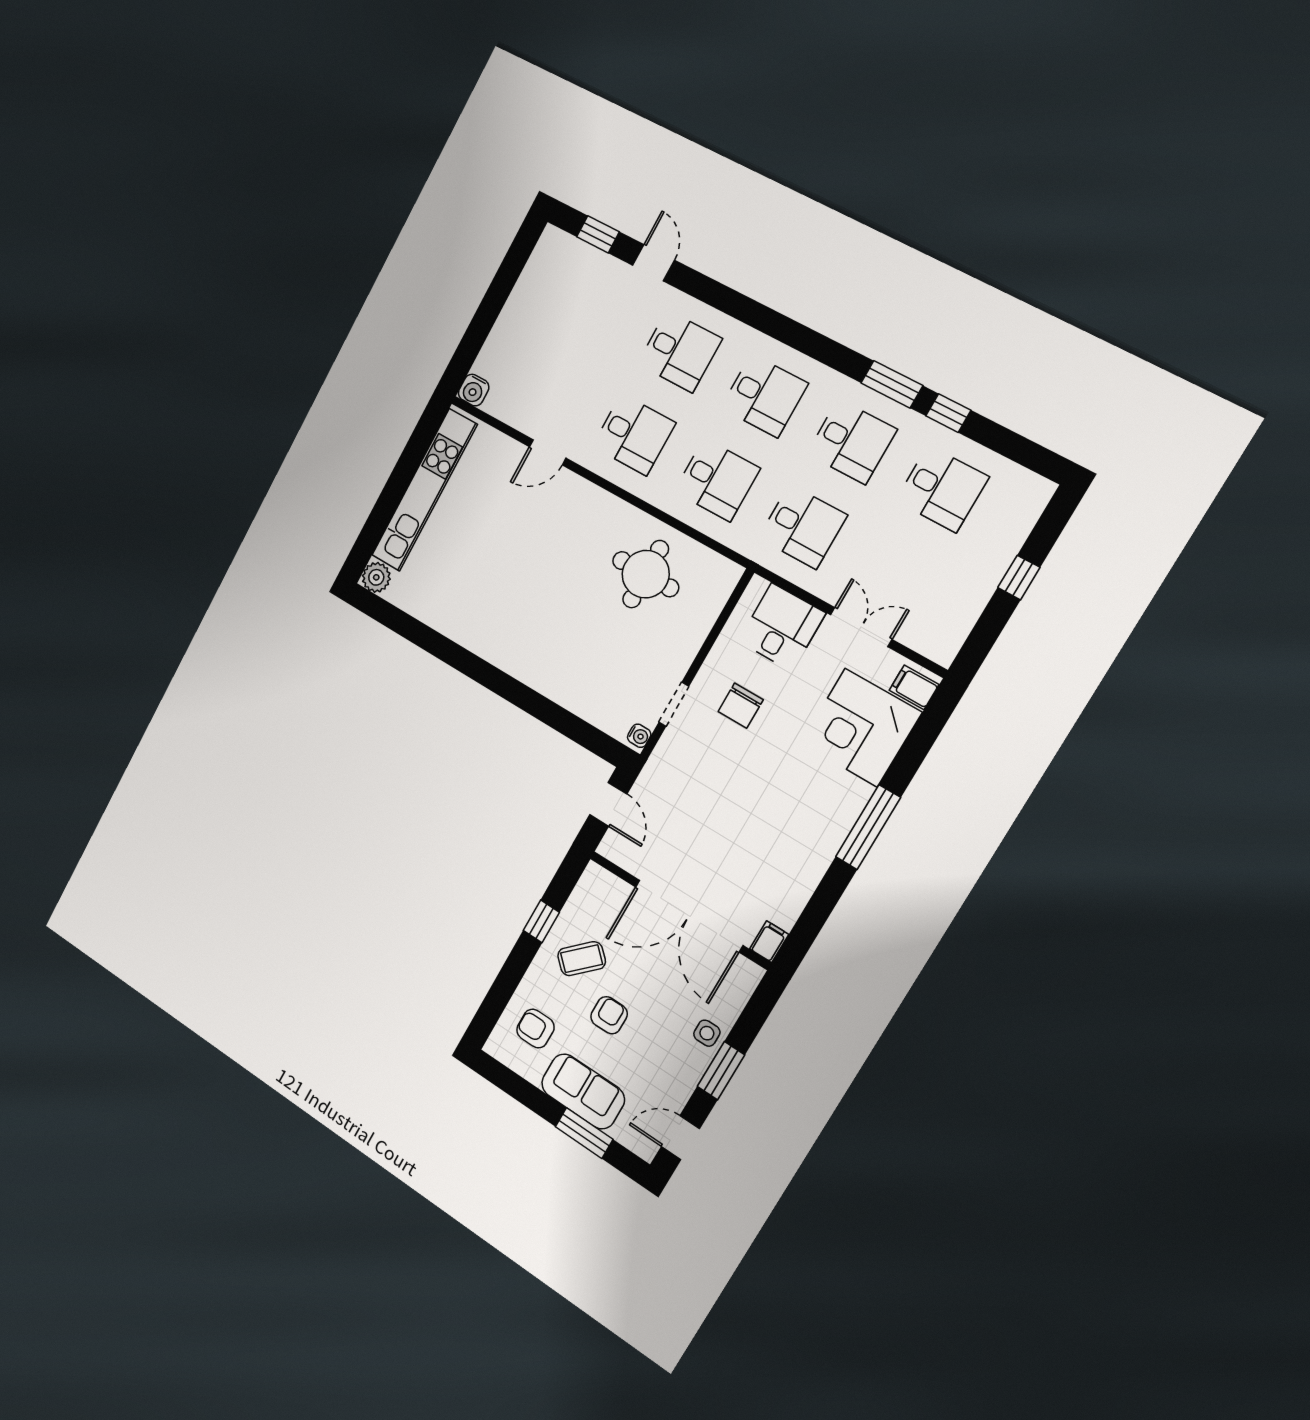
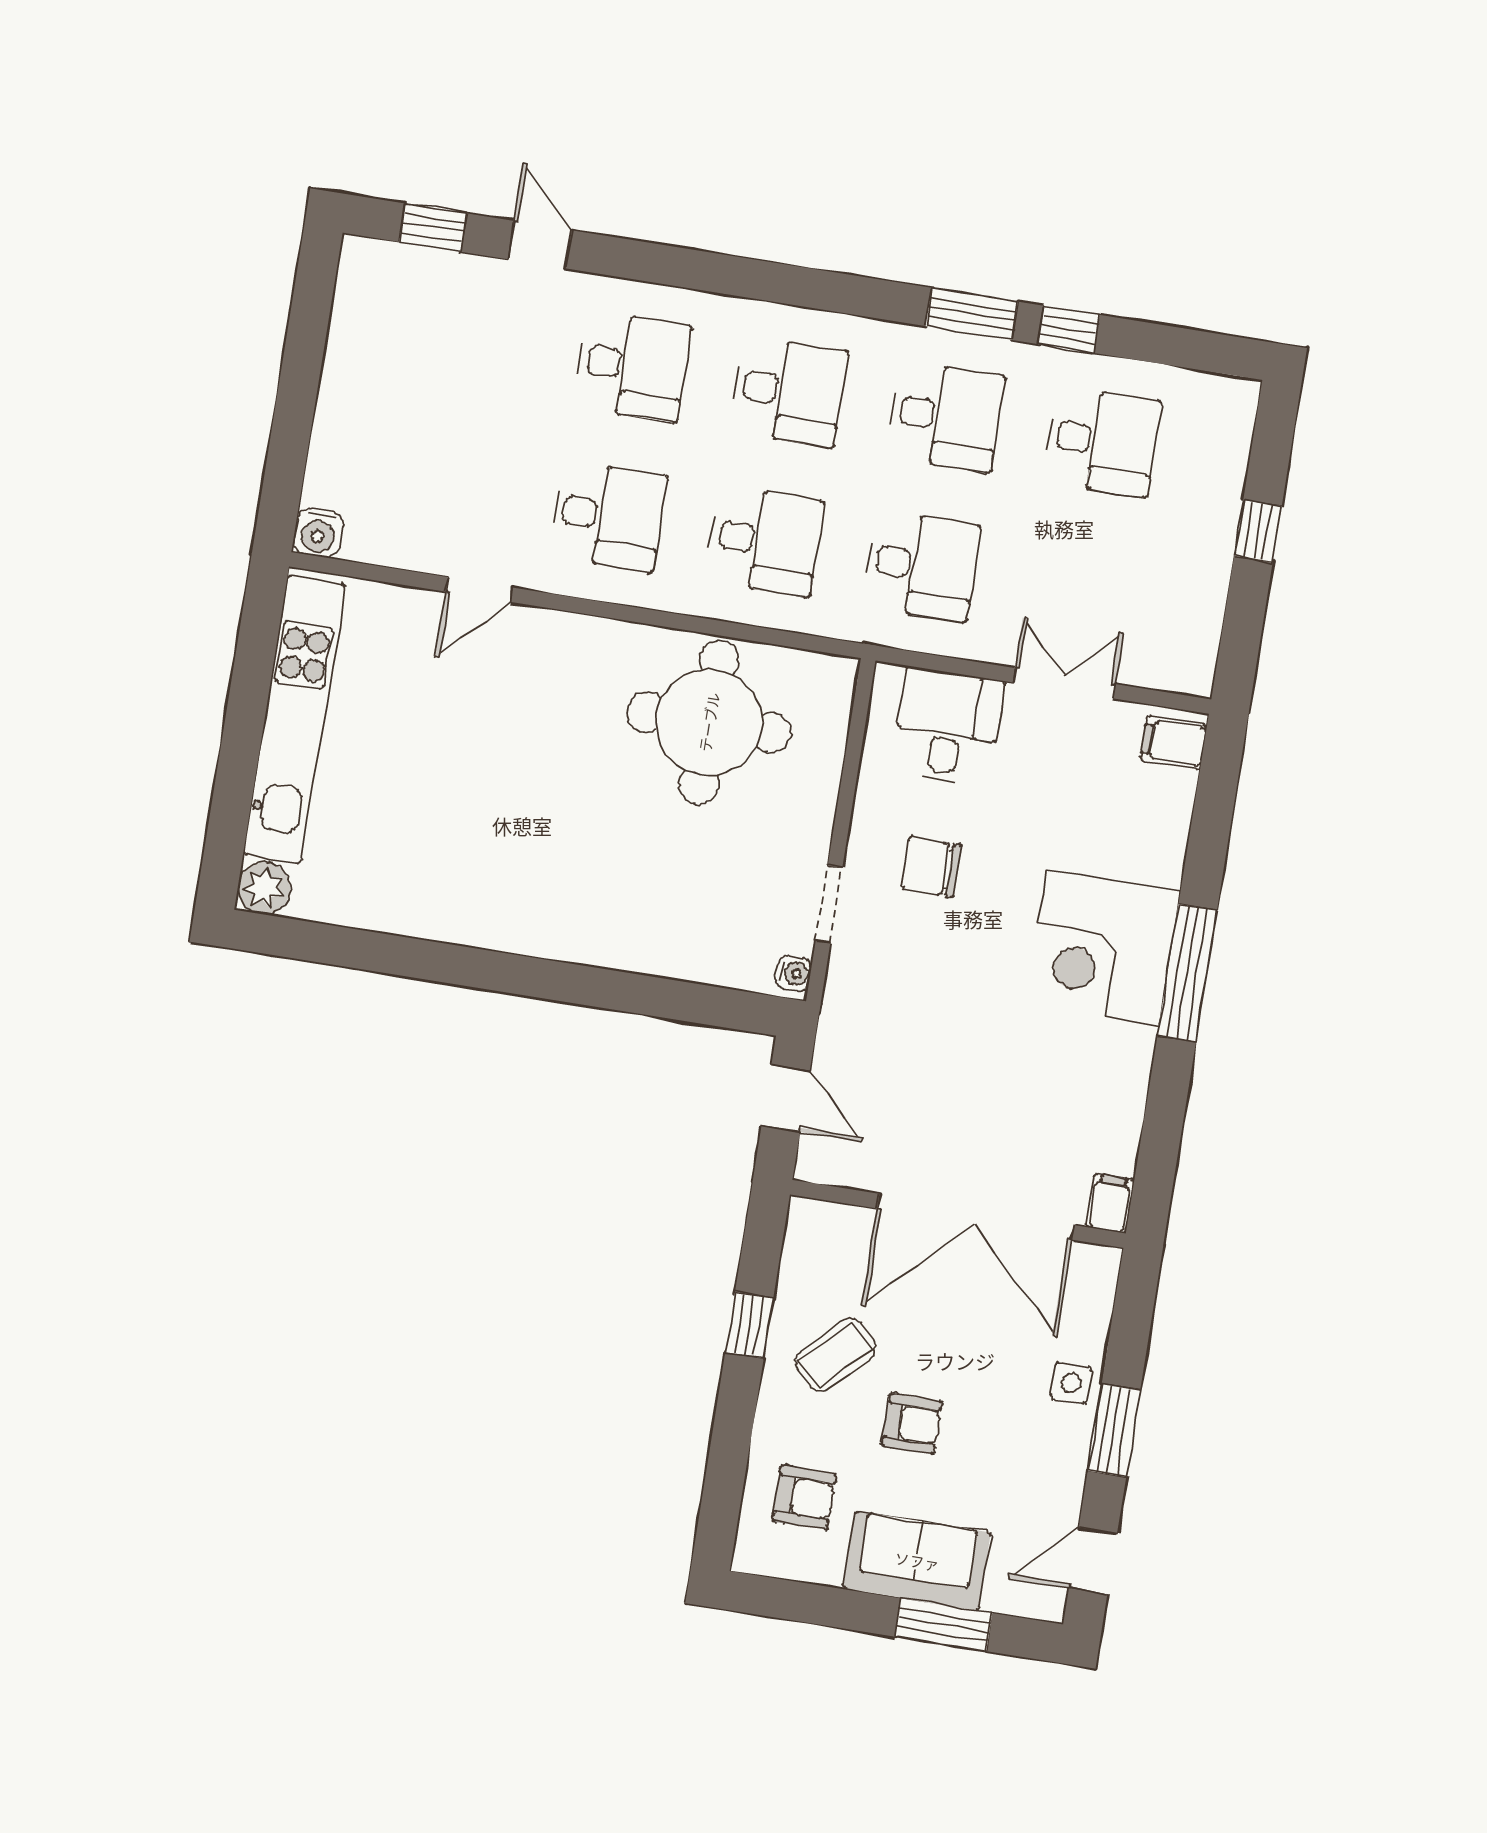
round table: (646, 574) -> (709, 722), width x1.36, depth x1.36
chair: (741, 706) -> (932, 867), turned 90
corner desk: (861, 728) -> (1102, 948), moved
armchair: (609, 1015) -> (912, 1424), turned 90
armchair: (535, 1029) -> (804, 1497), turned 180

